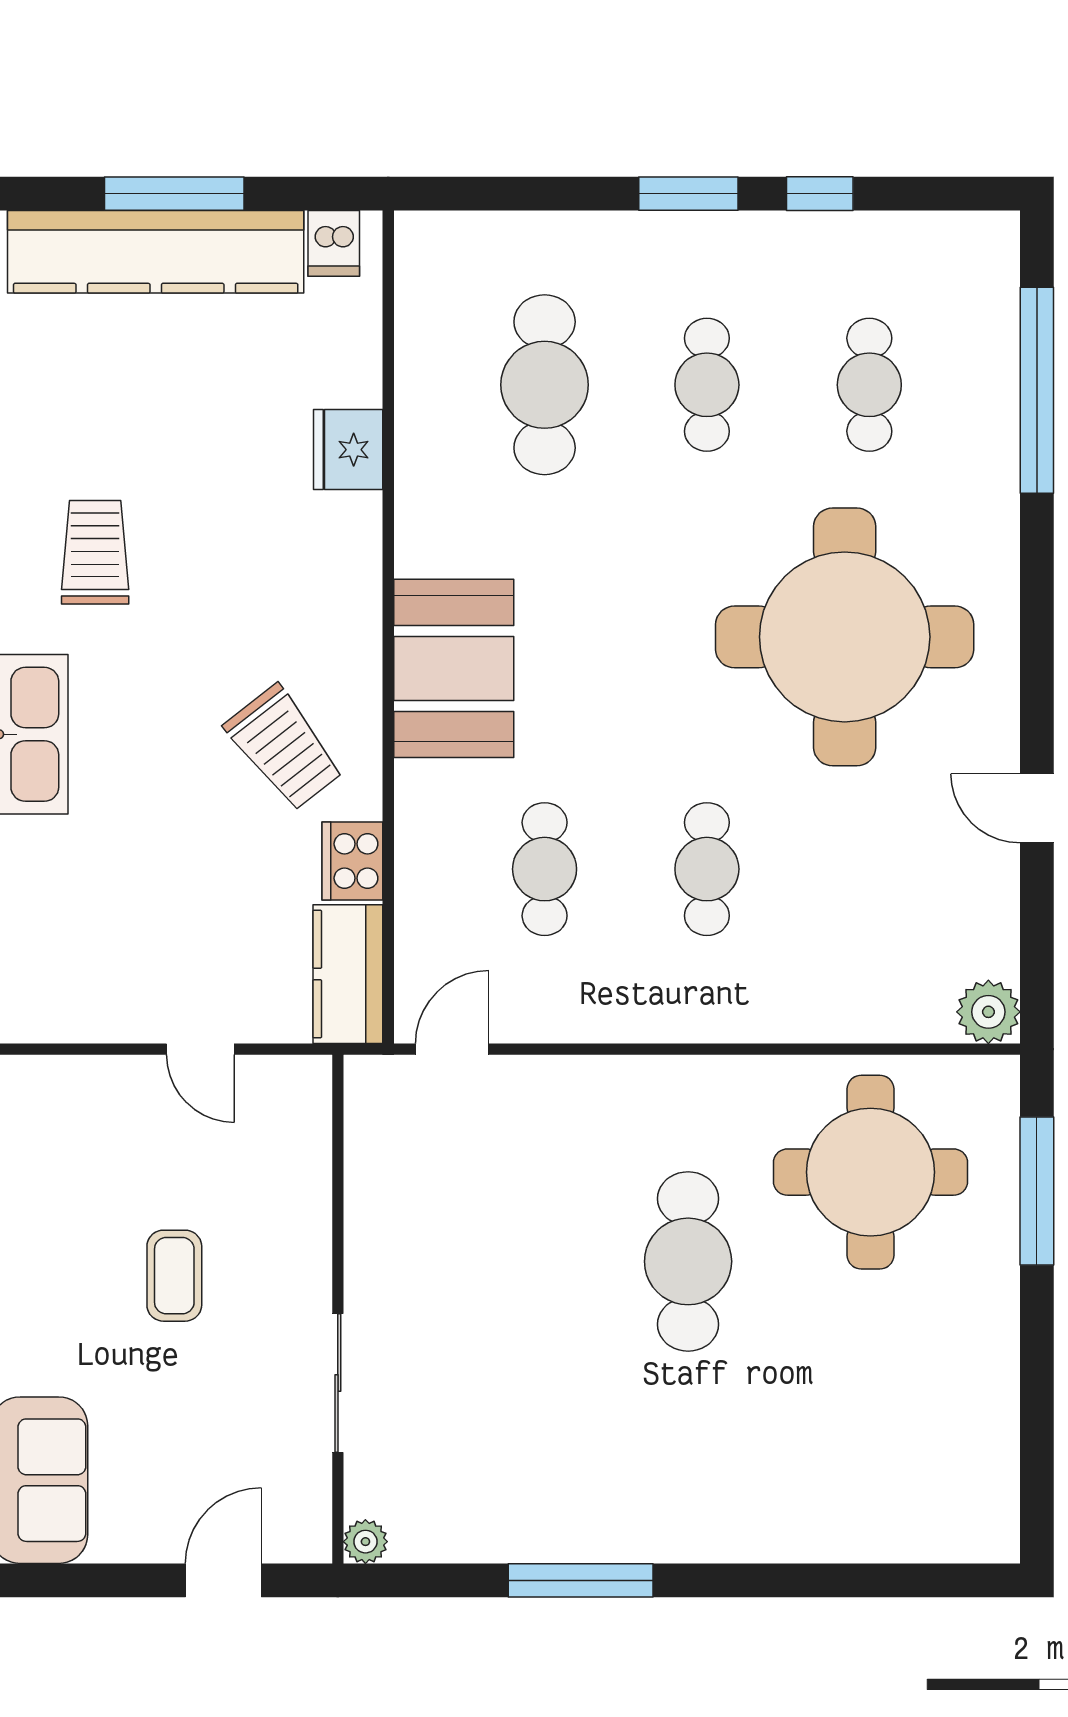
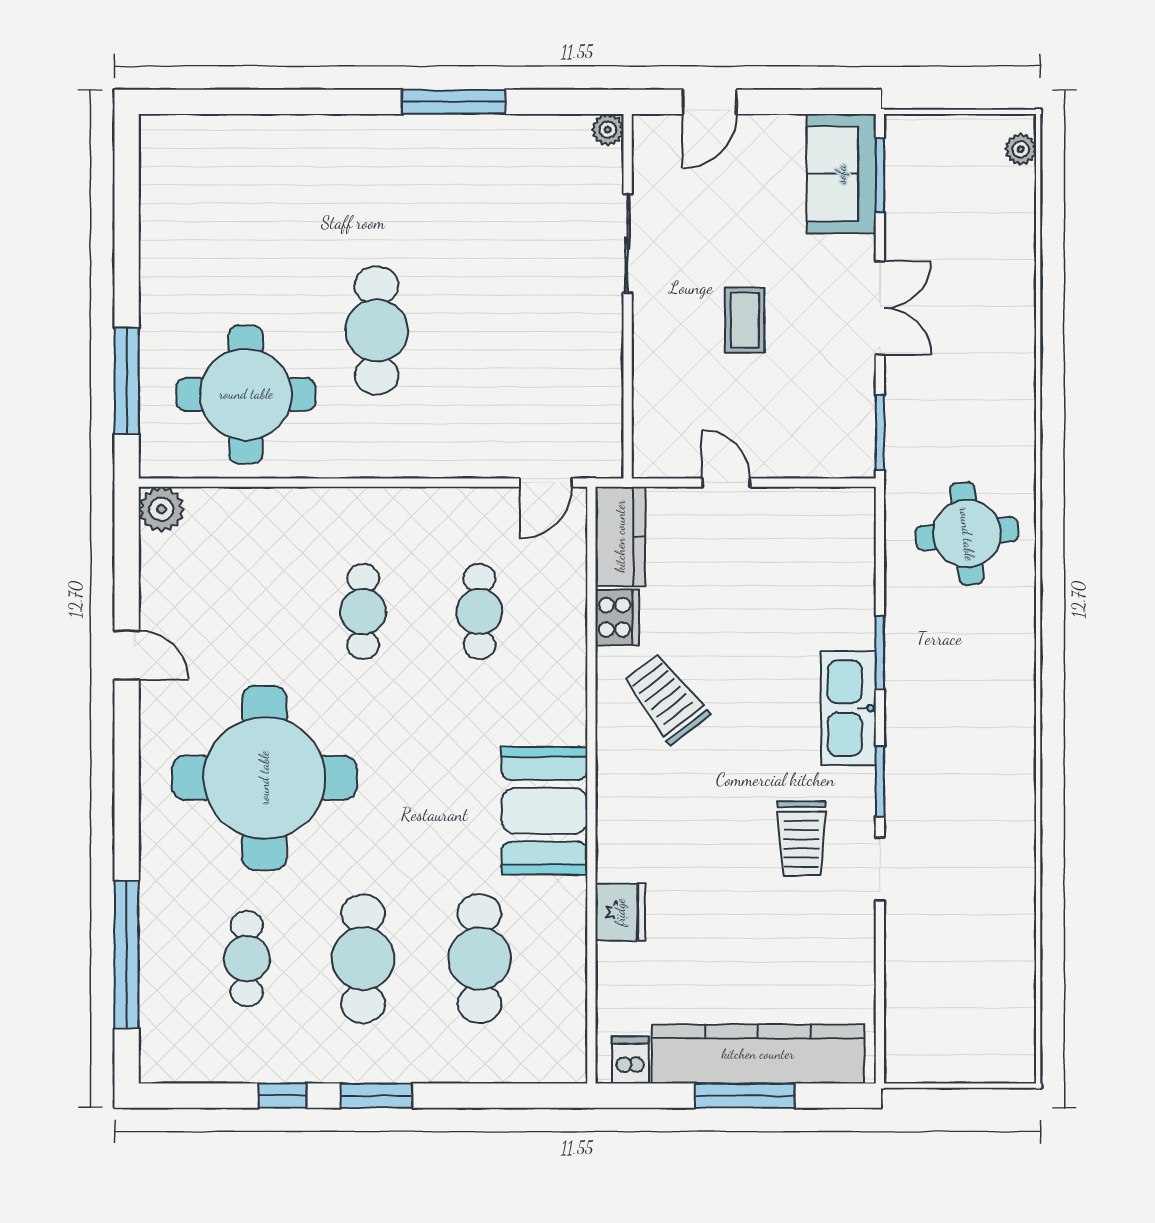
cafe table: (707, 385) -> (363, 959), width x1.37, depth x1.35
booth: (454, 668) -> (545, 811), moved

